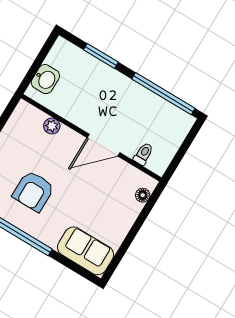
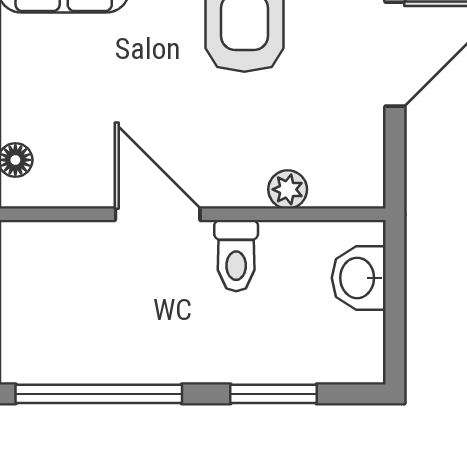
door: (104, 145) -> (158, 214), hinge flipped
toilet: (143, 154) -> (236, 256), moved, width x1.37, depth x1.39

